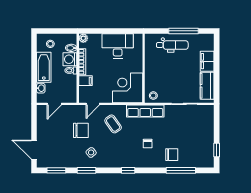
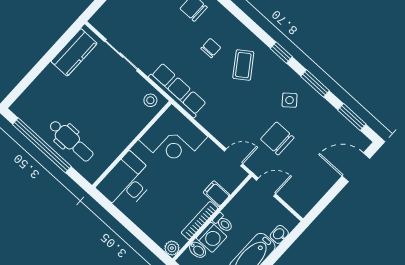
window: (184, 31) -> (42, 145), width x1.46
dental chair: (172, 45) -> (71, 141), turned 180
desk: (118, 46) -> (127, 182), moved, turned 90
filing cabinet: (207, 61) -> (47, 82), removed
door: (54, 104) -> (266, 187), moved
coffee table: (113, 124) -> (243, 65), moved
door: (34, 150) -> (356, 167), swing flipped
window: (128, 170) -> (281, 53), moved

